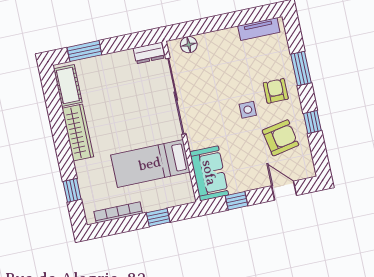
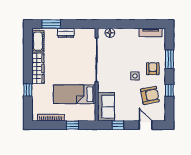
dresser: (149, 53) -> (66, 33), moved
window: (72, 190) -> (28, 90), moved

